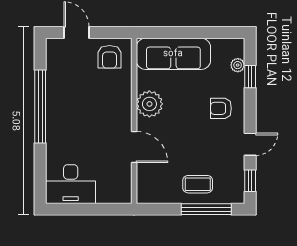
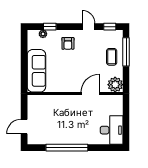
armchair: (110, 57) -> (38, 108), removed
plant: (149, 104) -> (115, 85), moved

